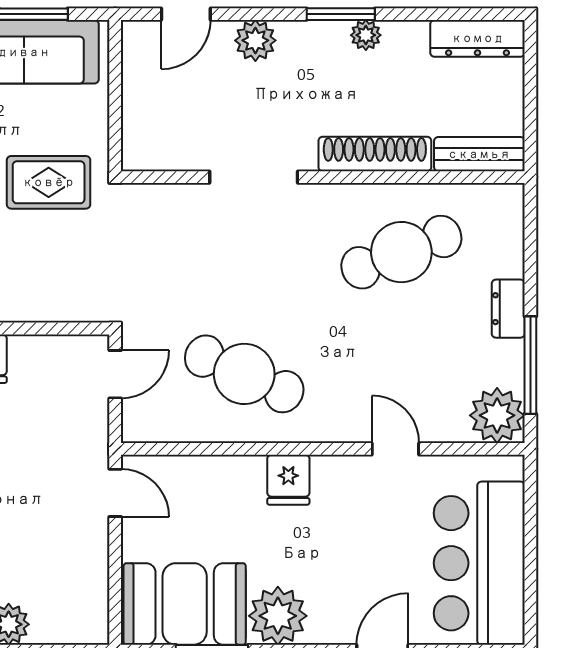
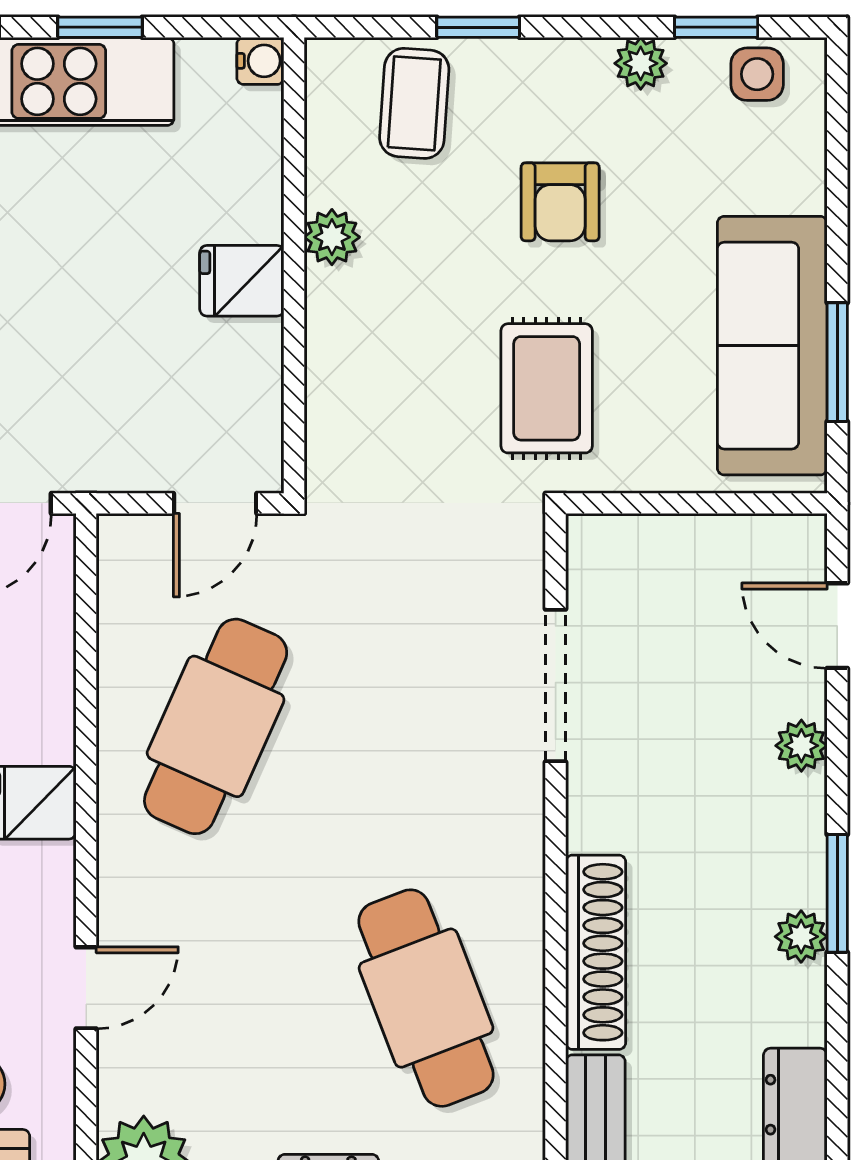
plant: (255, 40) -> (801, 746), width x0.73, depth x0.73
doorway: (254, 177) -> (556, 686), moved
door: (115, 374) -> (215, 503), hinge flipped

